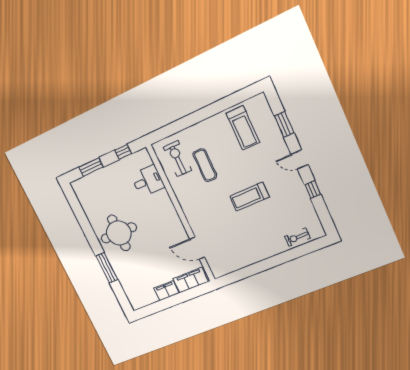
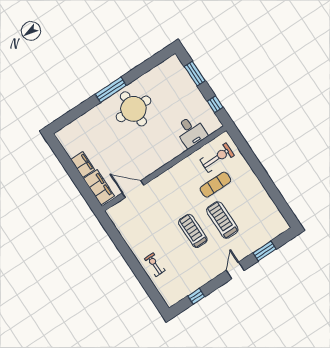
treadmill: (243, 128) -> (222, 220), moved, turned 90
window: (313, 189) -> (196, 296), moved
exercise bike: (297, 237) -> (155, 265), moved
door: (197, 248) -> (133, 189), hinge flipped
window: (107, 268) -> (111, 90), moved

